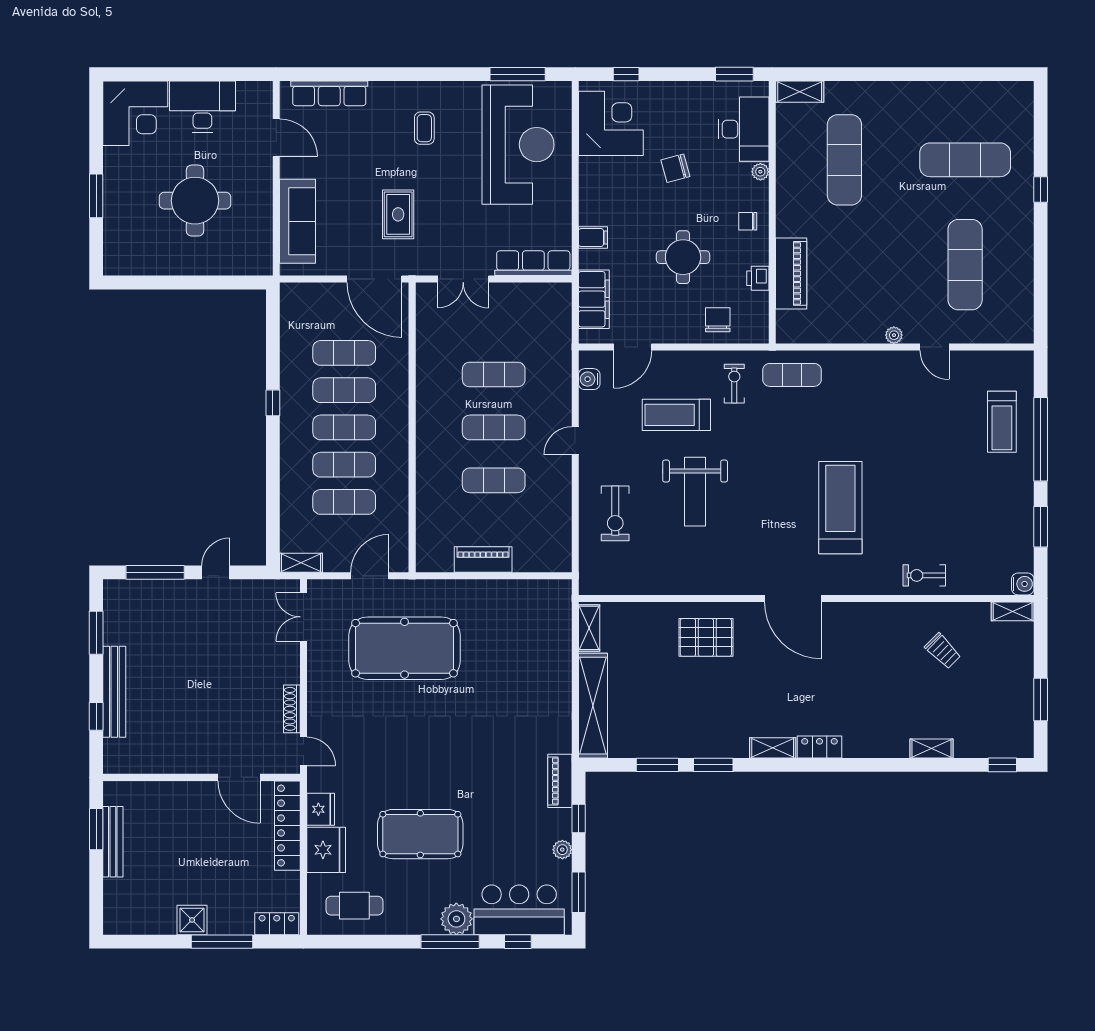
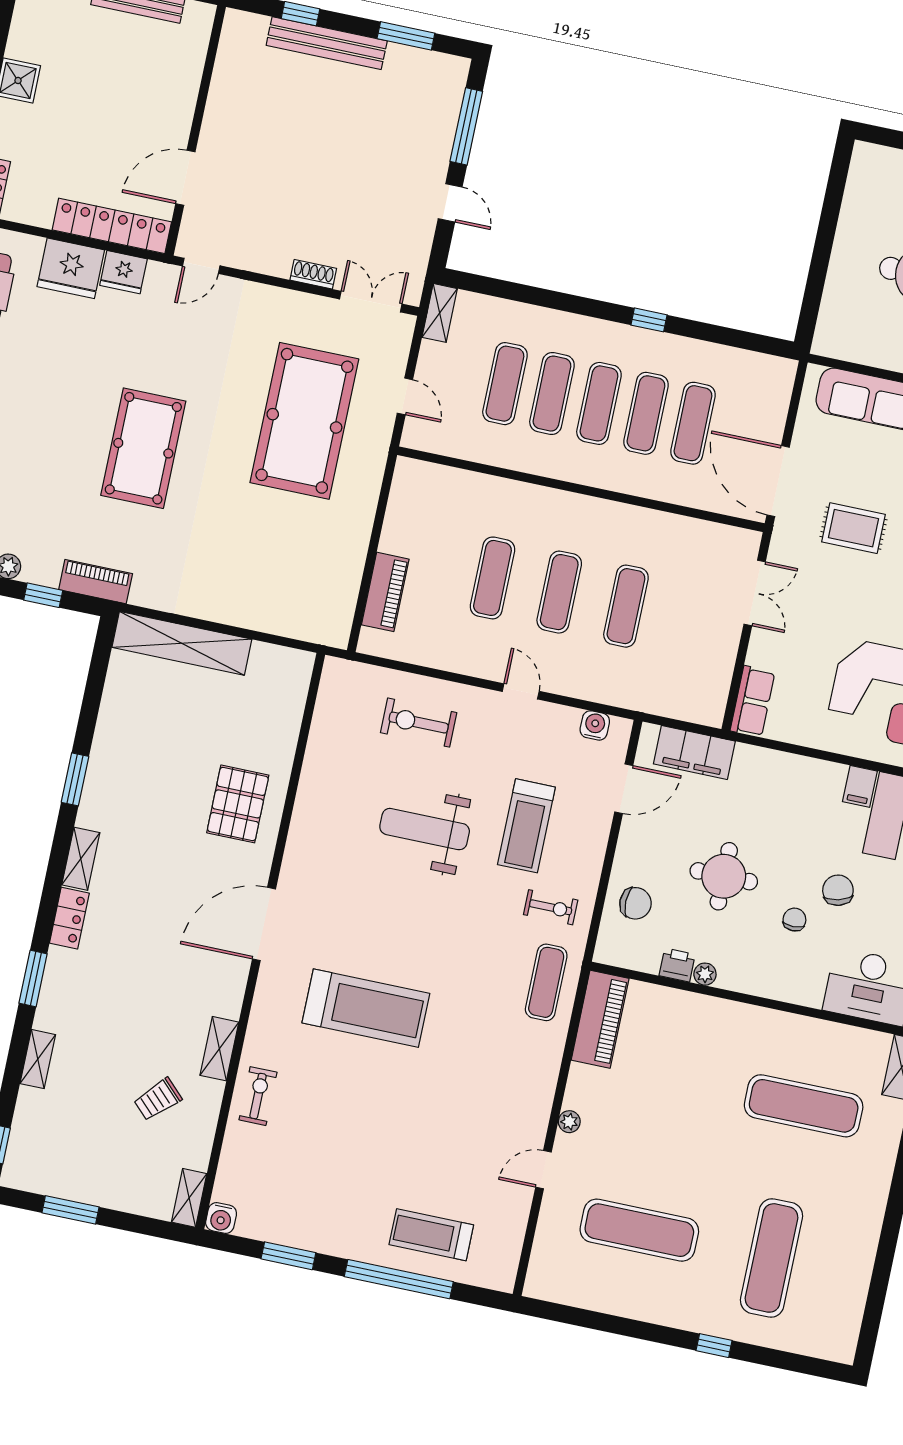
plant: (760, 172) -> (705, 974), moved
chair: (748, 221) -> (794, 920), moved
filing cabinet: (593, 238) -> (860, 786), moved
row of seats: (533, 263) -> (753, 701), width x0.68
piano: (791, 273) -> (600, 1019), moved, turned -90
door: (374, 279) -> (778, 481), hinge flipped
double door: (463, 279) -> (755, 593), swing flipped
door: (633, 347) -> (624, 789), swing flipped
treadmill: (676, 415) -> (526, 826), turned 180
piano: (483, 560) -> (385, 592), moved
door: (370, 576) -> (405, 396), width x0.73
shelving: (589, 628) -> (219, 1049), moved, turned 90
shoe rack: (292, 709) -> (313, 274), moved, width x0.70
window: (657, 765) -> (33, 979), moved
pool table: (420, 834) -> (143, 448), moved

